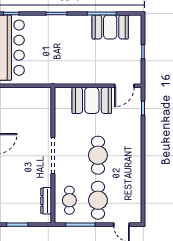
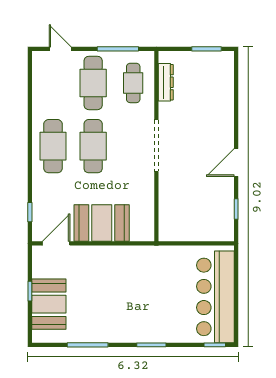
booth: (110, 27) -> (49, 304), moved, turned 90
cafe table: (127, 155) -> (53, 146), added

